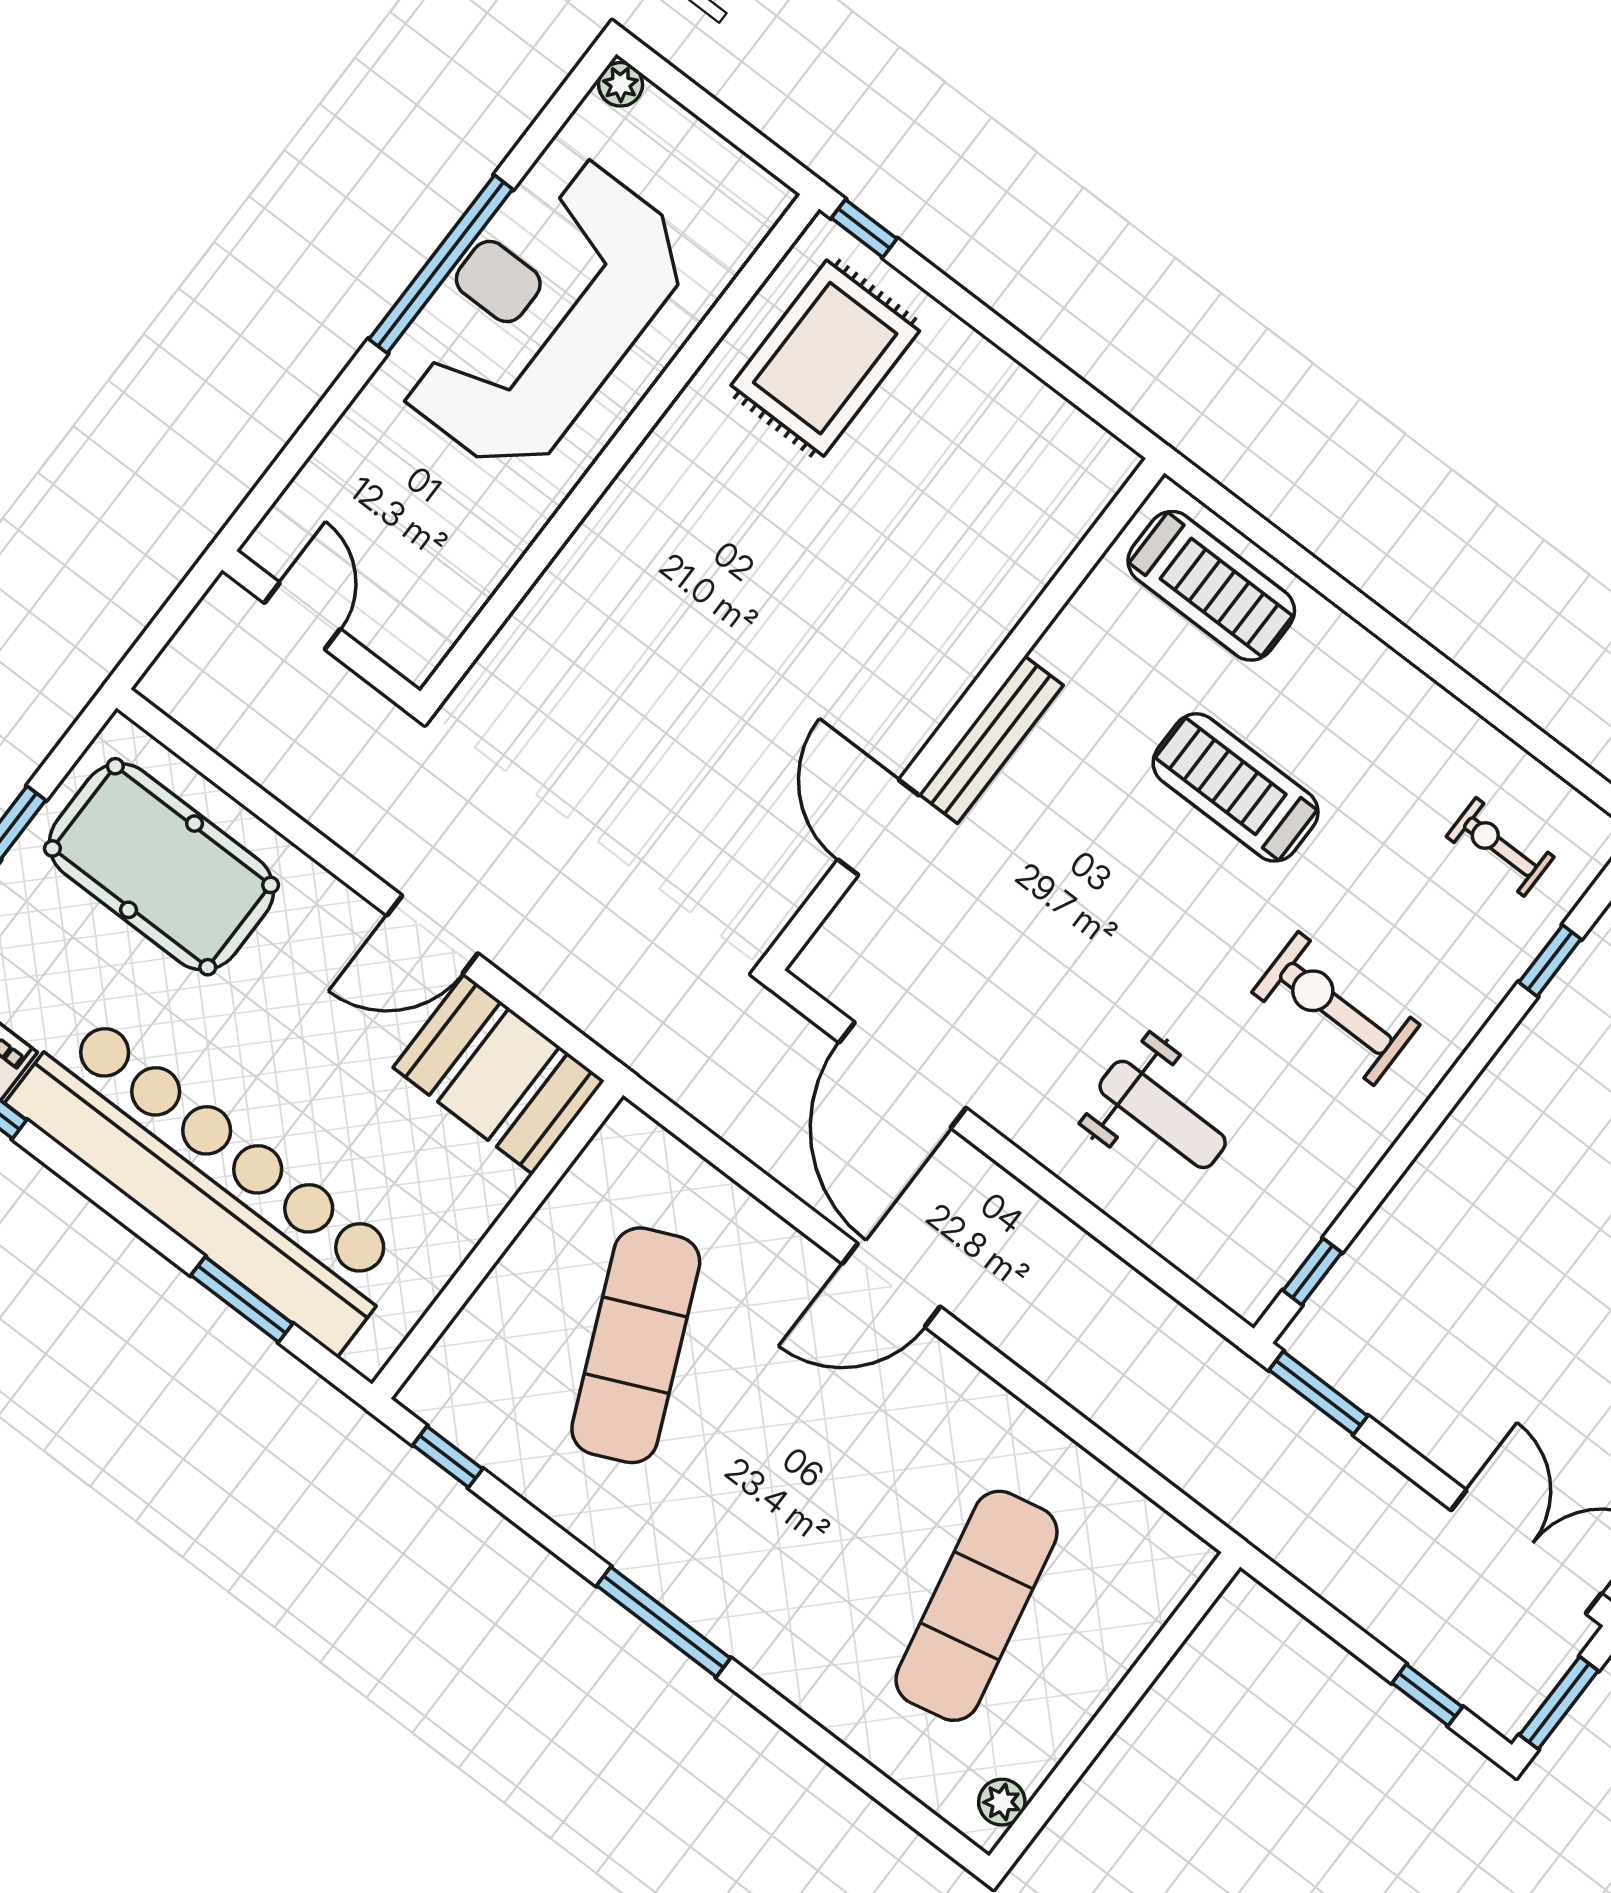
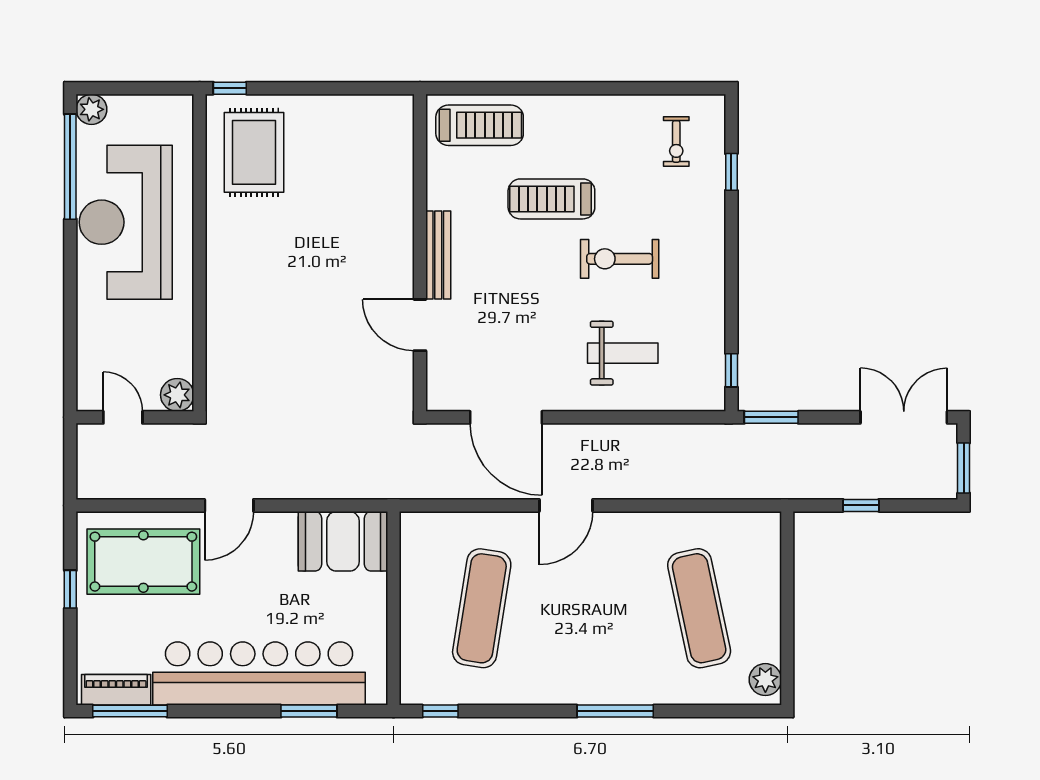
plant: (621, 84) -> (91, 109), width x1.38, depth x1.38
window: (441, 264) -> (70, 167), moved
plant: (414, 646) -> (177, 395), added
exercise bike: (1500, 847) -> (676, 141), turned -90
door: (432, 934) -> (229, 505), moved
exercise bike: (1336, 1008) -> (620, 259), moved
exercise mat: (636, 1345) -> (482, 608), turned 33
window: (664, 1622) -> (615, 711), moved
window: (1427, 1695) -> (861, 505), moved
plant: (1002, 1802) -> (765, 680), width x1.38, depth x1.38

